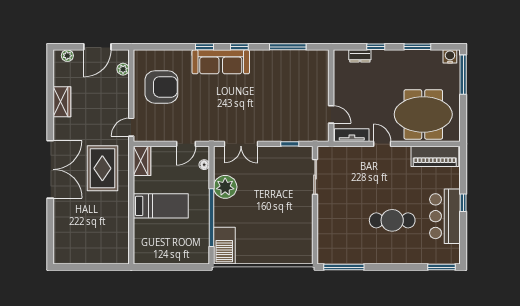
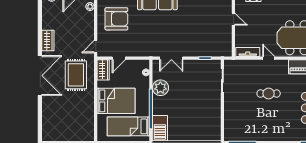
wardrobe: (62, 102) -> (48, 41), moved
door: (331, 114) -> (233, 19), moved
door: (186, 144) -> (119, 58), moved
bed: (161, 206) -> (116, 101), width x1.50
cafe table: (392, 220) -> (269, 94), moved, width x0.73, depth x0.74
bed: (179, 243) -> (128, 126), added

